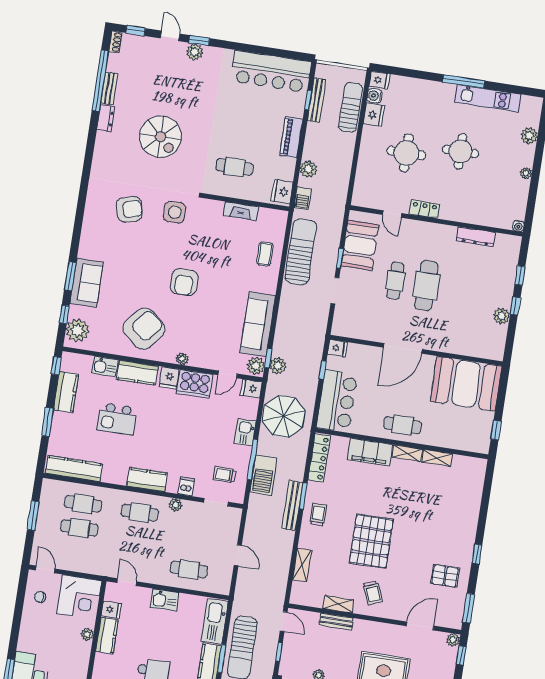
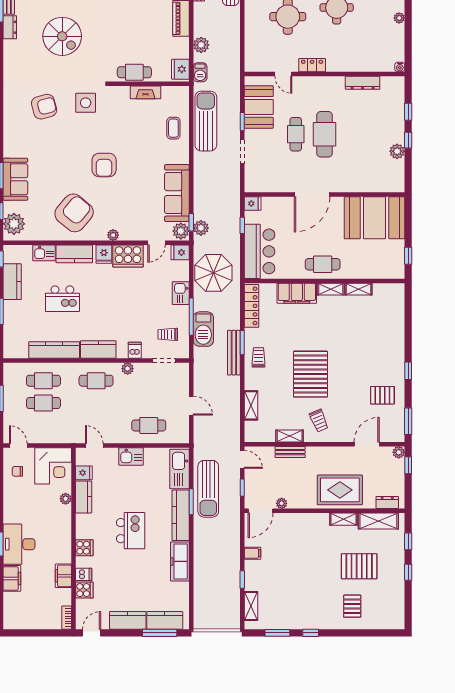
cafe table: (234, 167) -> (134, 72), moved
kitchen counter: (74, 469) -> (54, 350), moved

